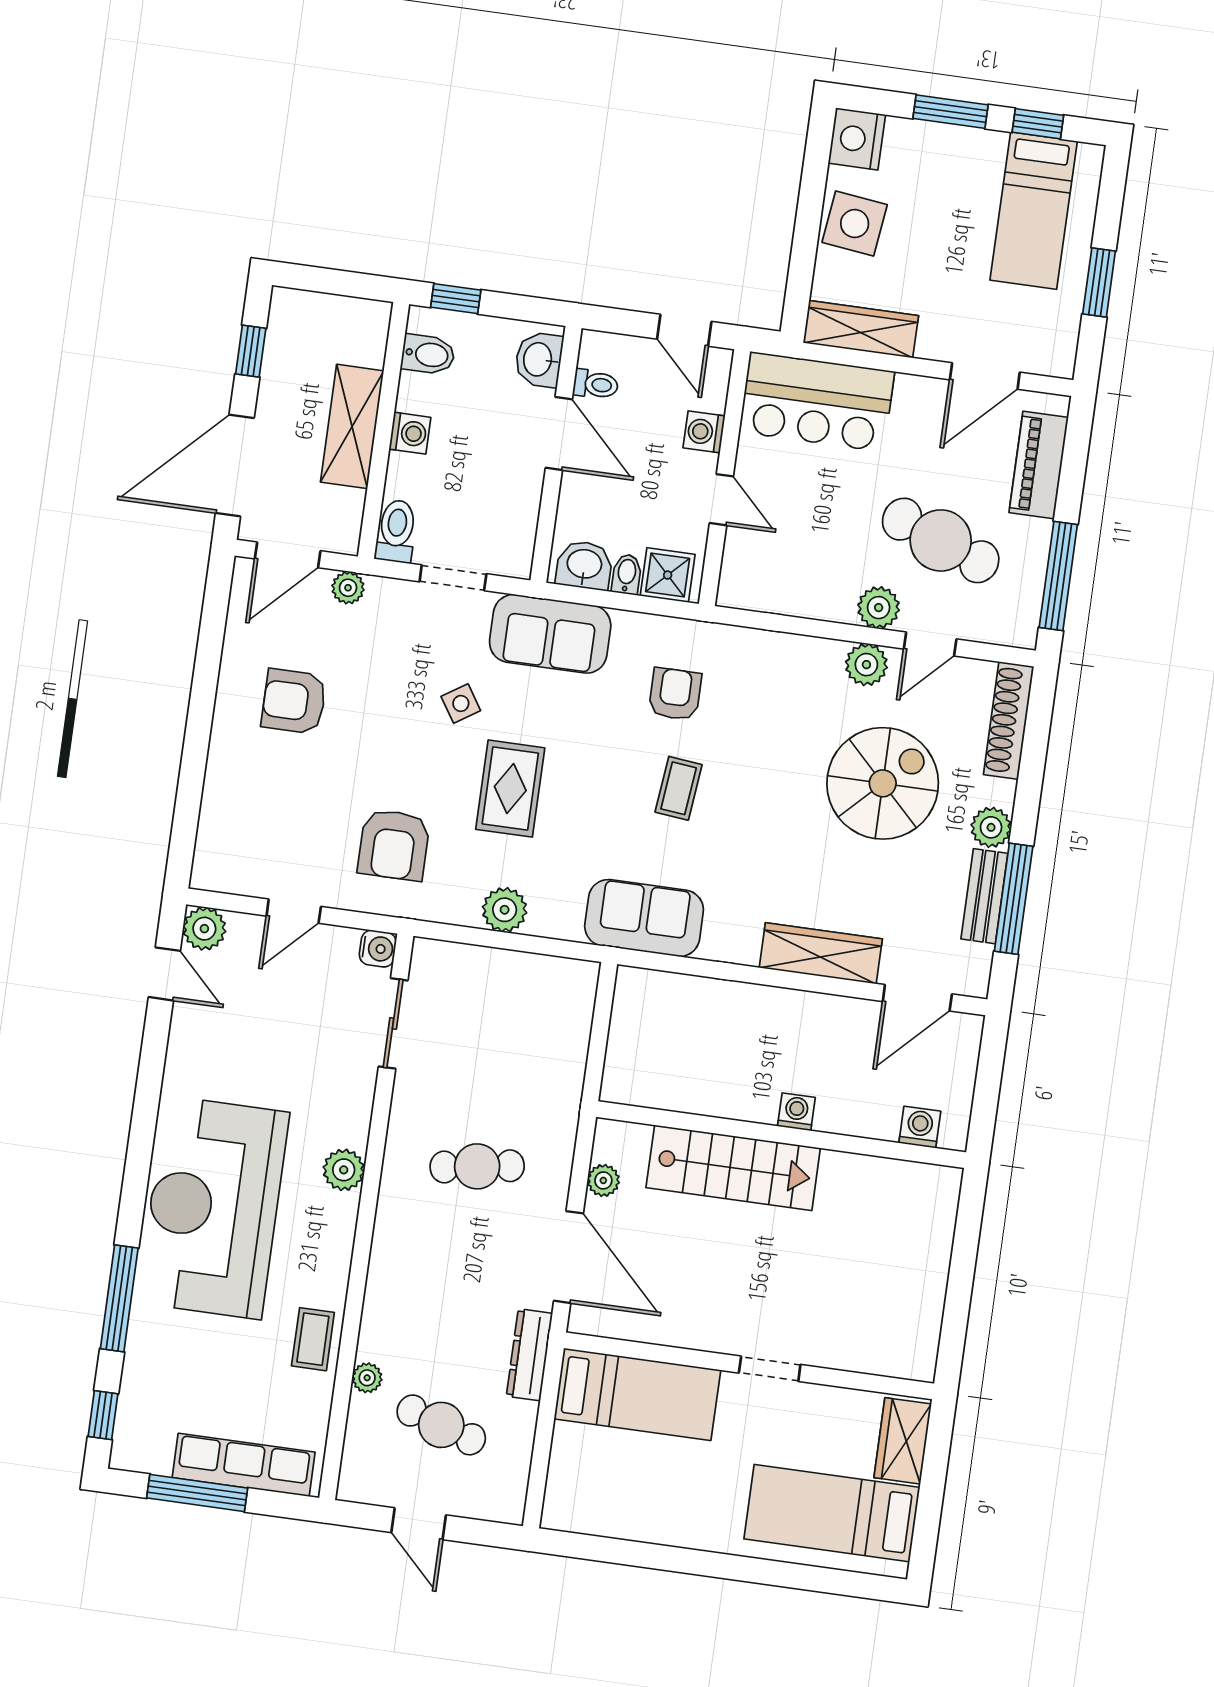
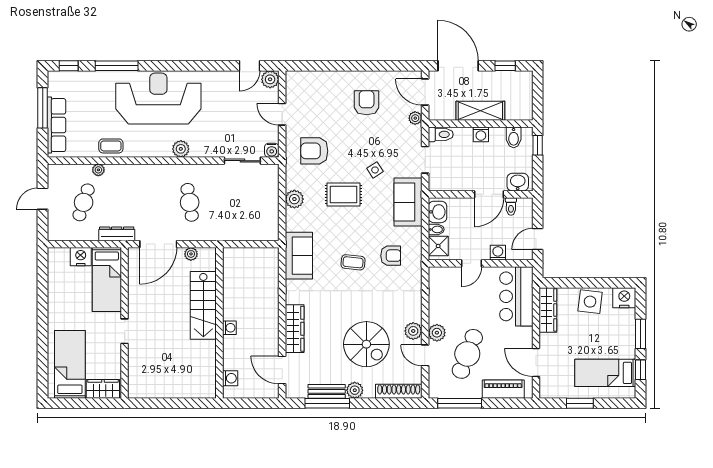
nightstand: (573, 1450) -> (81, 257), added

